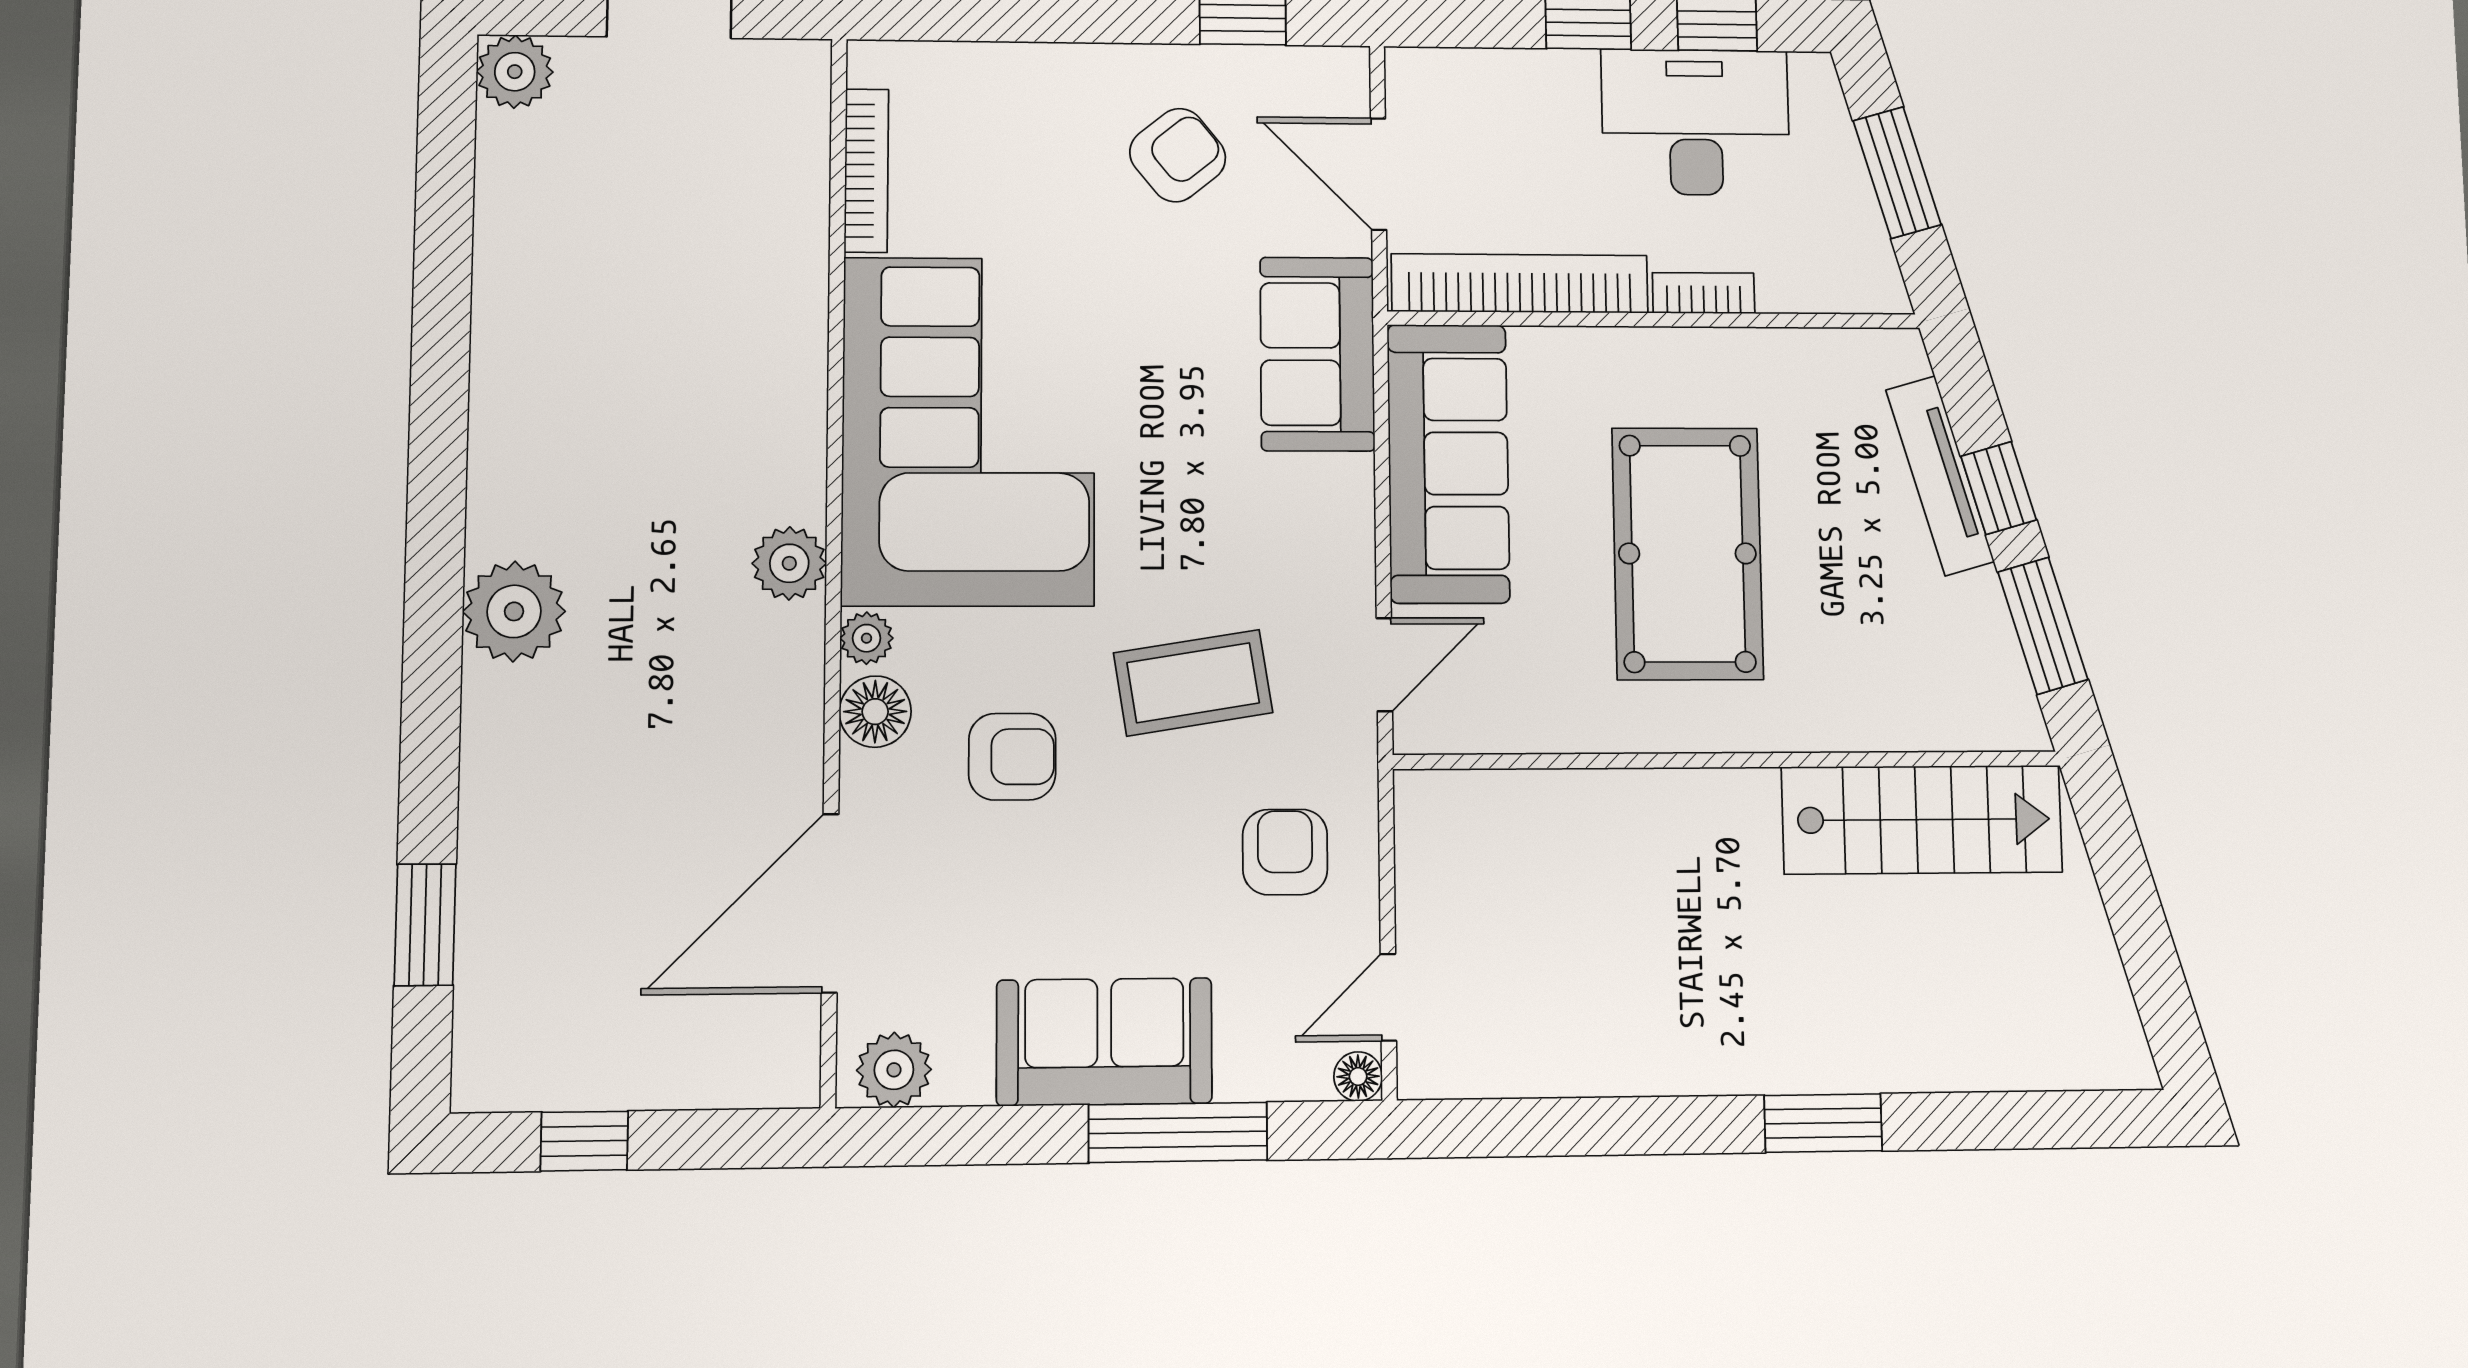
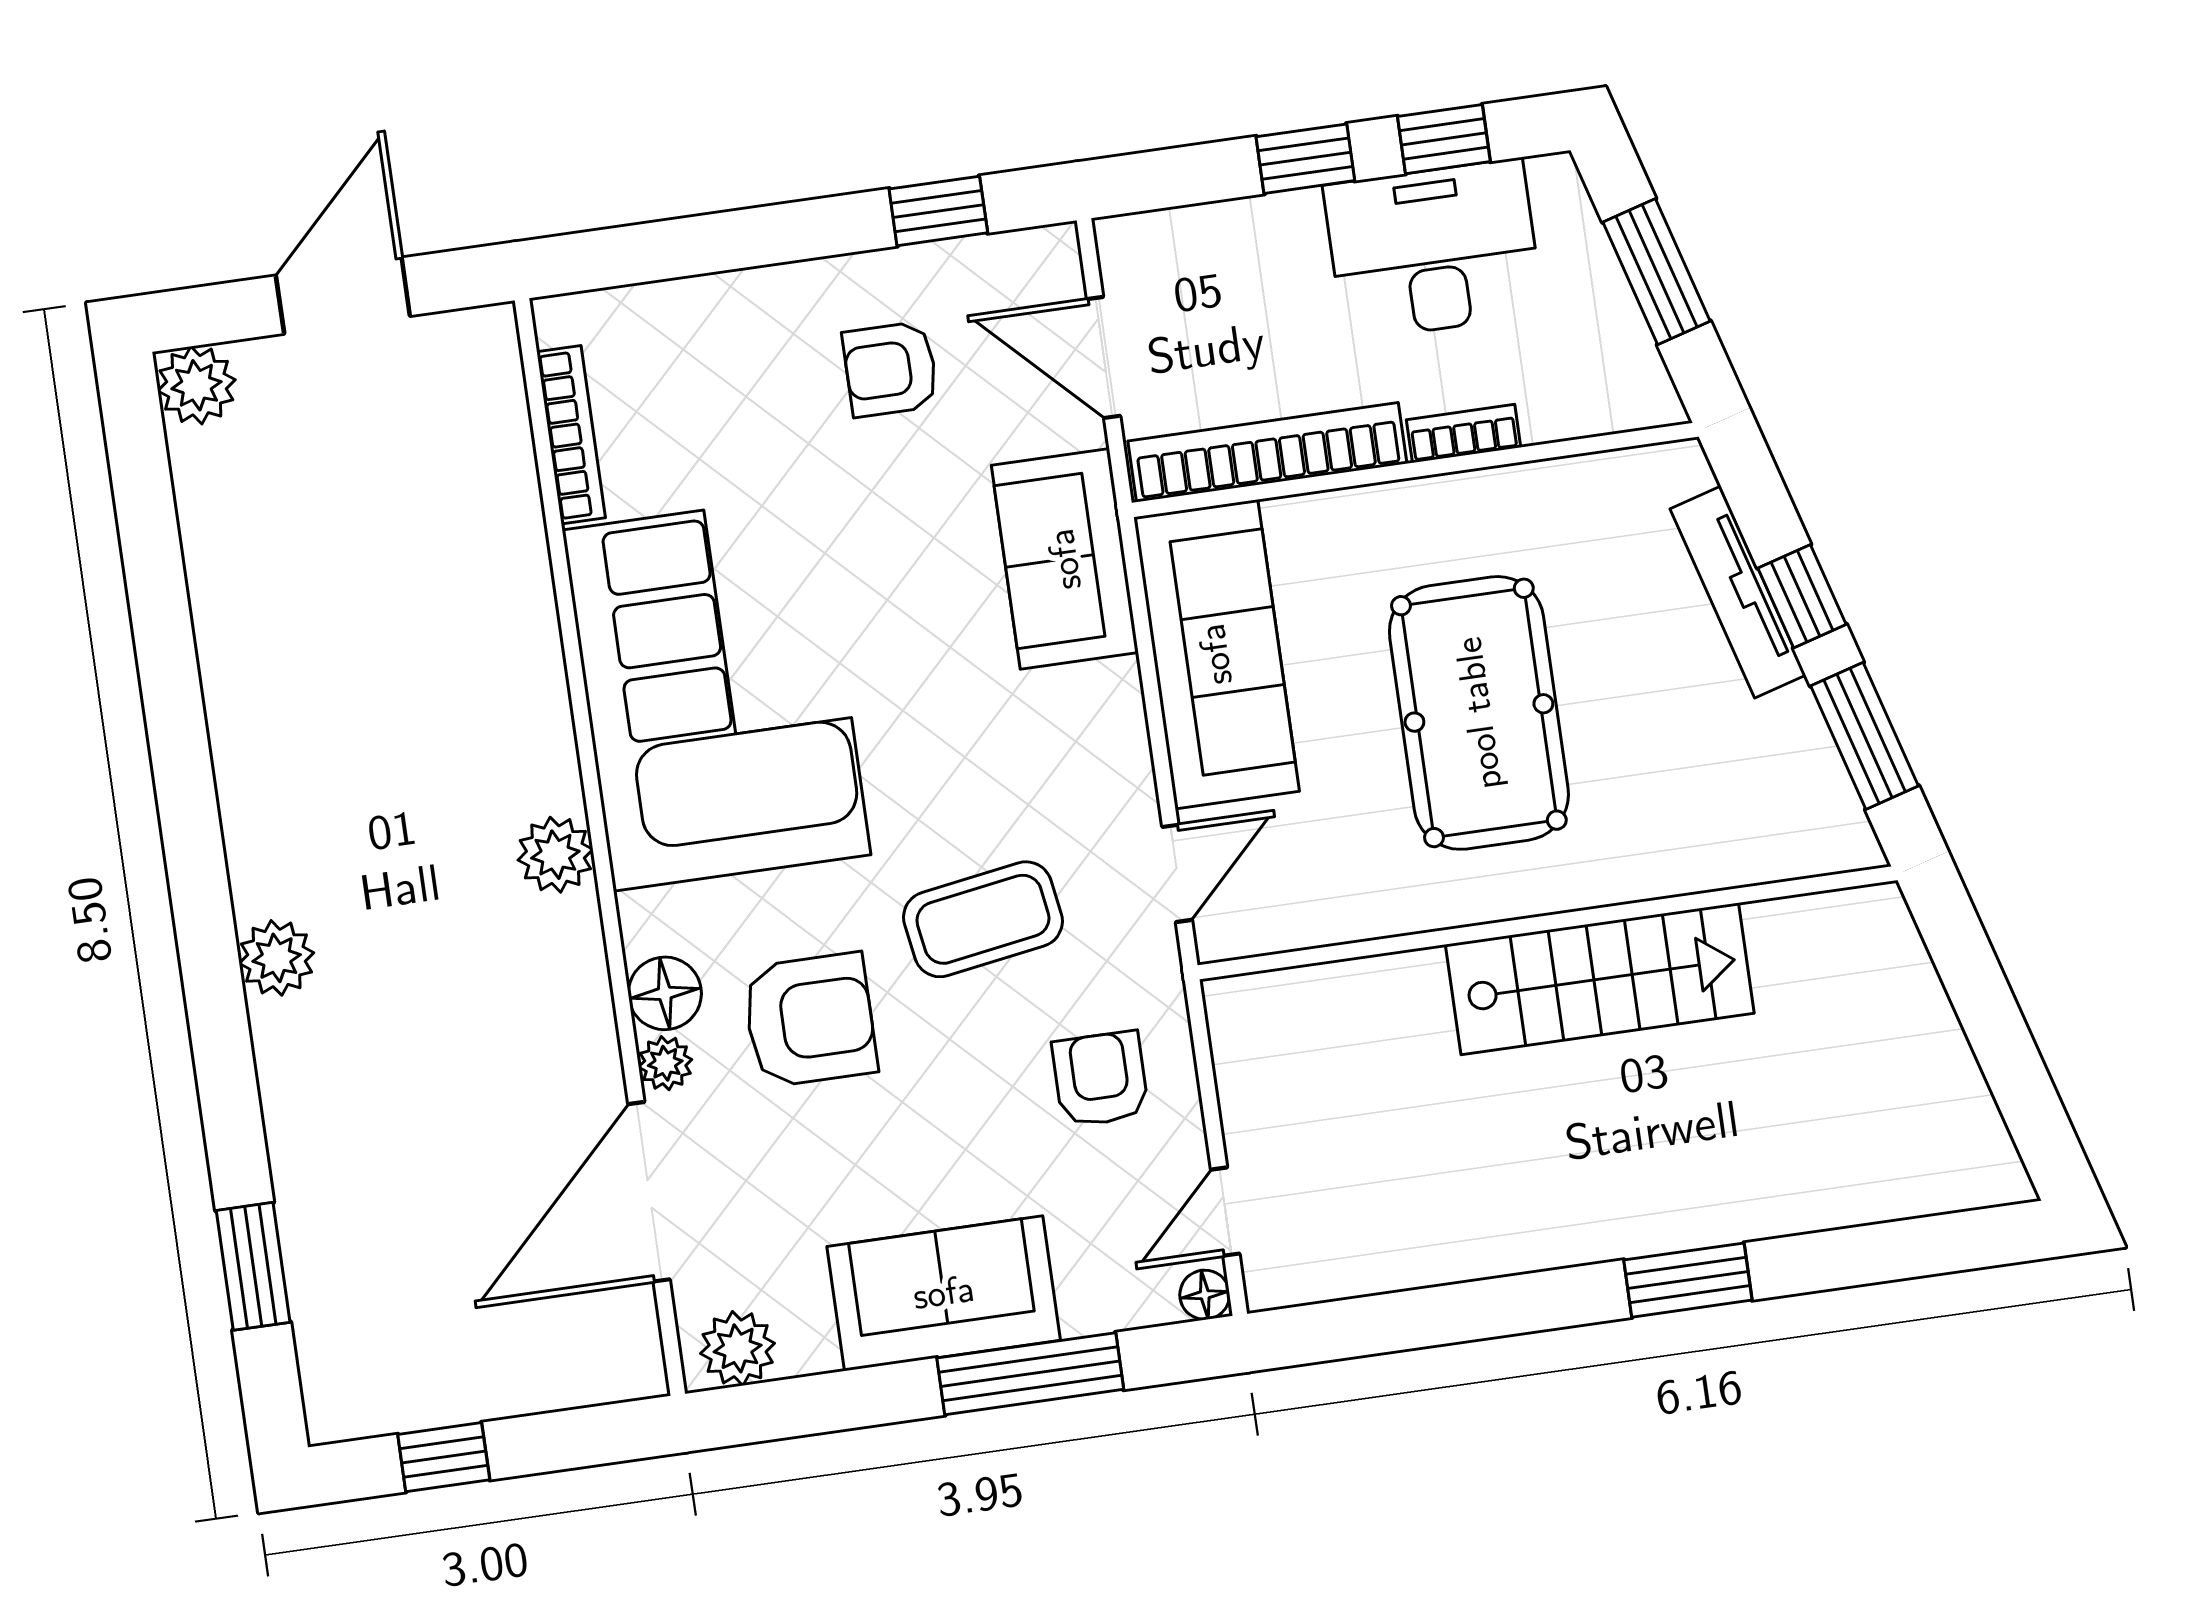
armchair: (1178, 155) -> (890, 369), turned -141
plant: (514, 611) -> (277, 958), width x0.73, depth x0.73
plant: (867, 638) -> (665, 1063), moved
armchair: (1012, 757) -> (810, 1020), width x1.38, depth x1.38
stairs: (1922, 820) -> (1600, 979), moved

